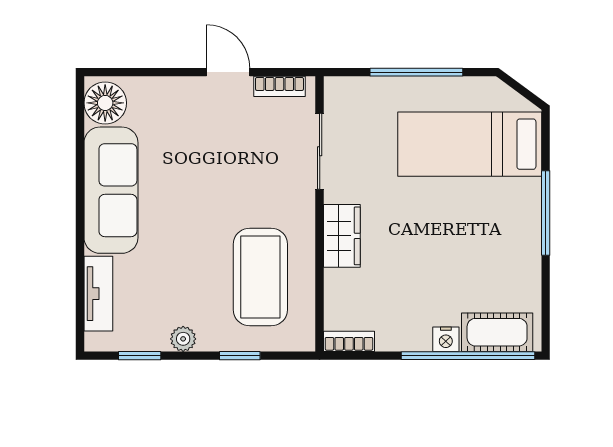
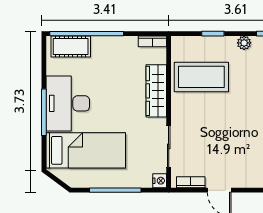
desk: (502, 229) -> (68, 103), added
wardrobe: (342, 236) -> (156, 91), width x1.50
coffee table: (260, 277) -> (201, 77), turned 90
nightstand: (446, 339) -> (160, 181), moved, turned 90

